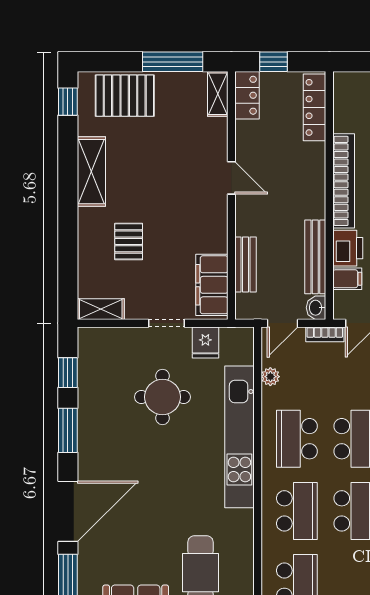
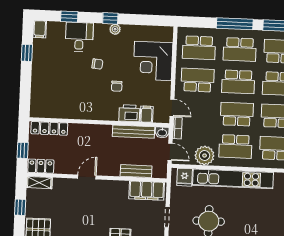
window: (173, 62) -> (20, 207), width x0.46
bookcase: (344, 181) -> (91, 114), removed
fridge: (205, 342) -> (185, 177), moved, turned 90
plant: (270, 377) -> (205, 156), width x1.87, depth x1.87

